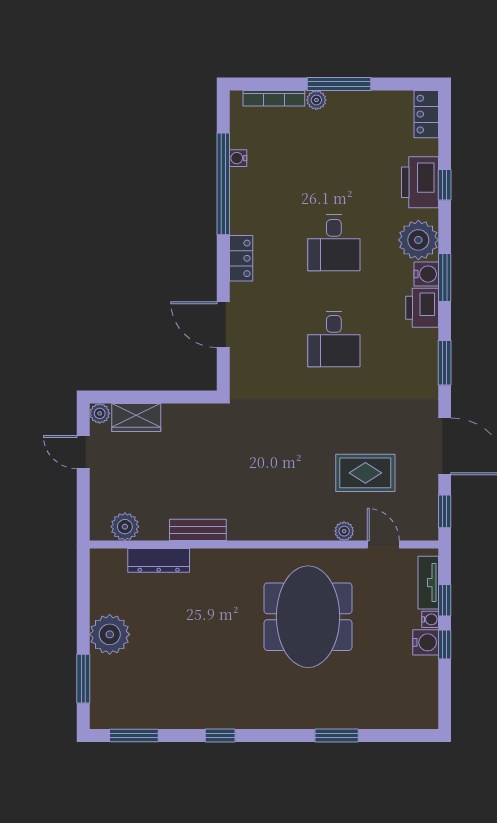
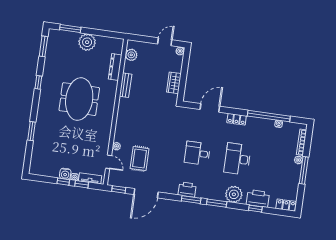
desk: (334, 243) -> (238, 159), width x1.37
water cooler: (426, 274) -> (219, 196), removed
printer: (422, 308) -> (187, 189), moved
window: (445, 363) -> (191, 200), moved
wardrobe: (136, 417) -> (174, 83), moved
door: (383, 545) -> (109, 162), hinge flipped
meeting table: (308, 617) -> (79, 99), moved, turned 90

